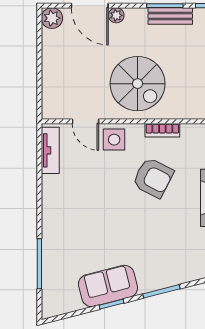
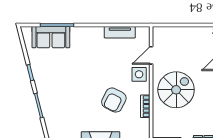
spiral stairs: (138, 84) -> (176, 90), turned 180
tv unit: (50, 150) -> (120, 32), moved
sofa: (108, 286) -> (51, 37), moved, turned 104

